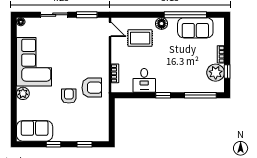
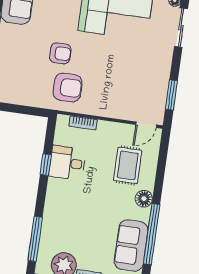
sliding door: (54, 15) -> (181, 28), moved
armchair: (92, 88) -> (68, 87), turned -90
window: (163, 95) -> (46, 165), moved

